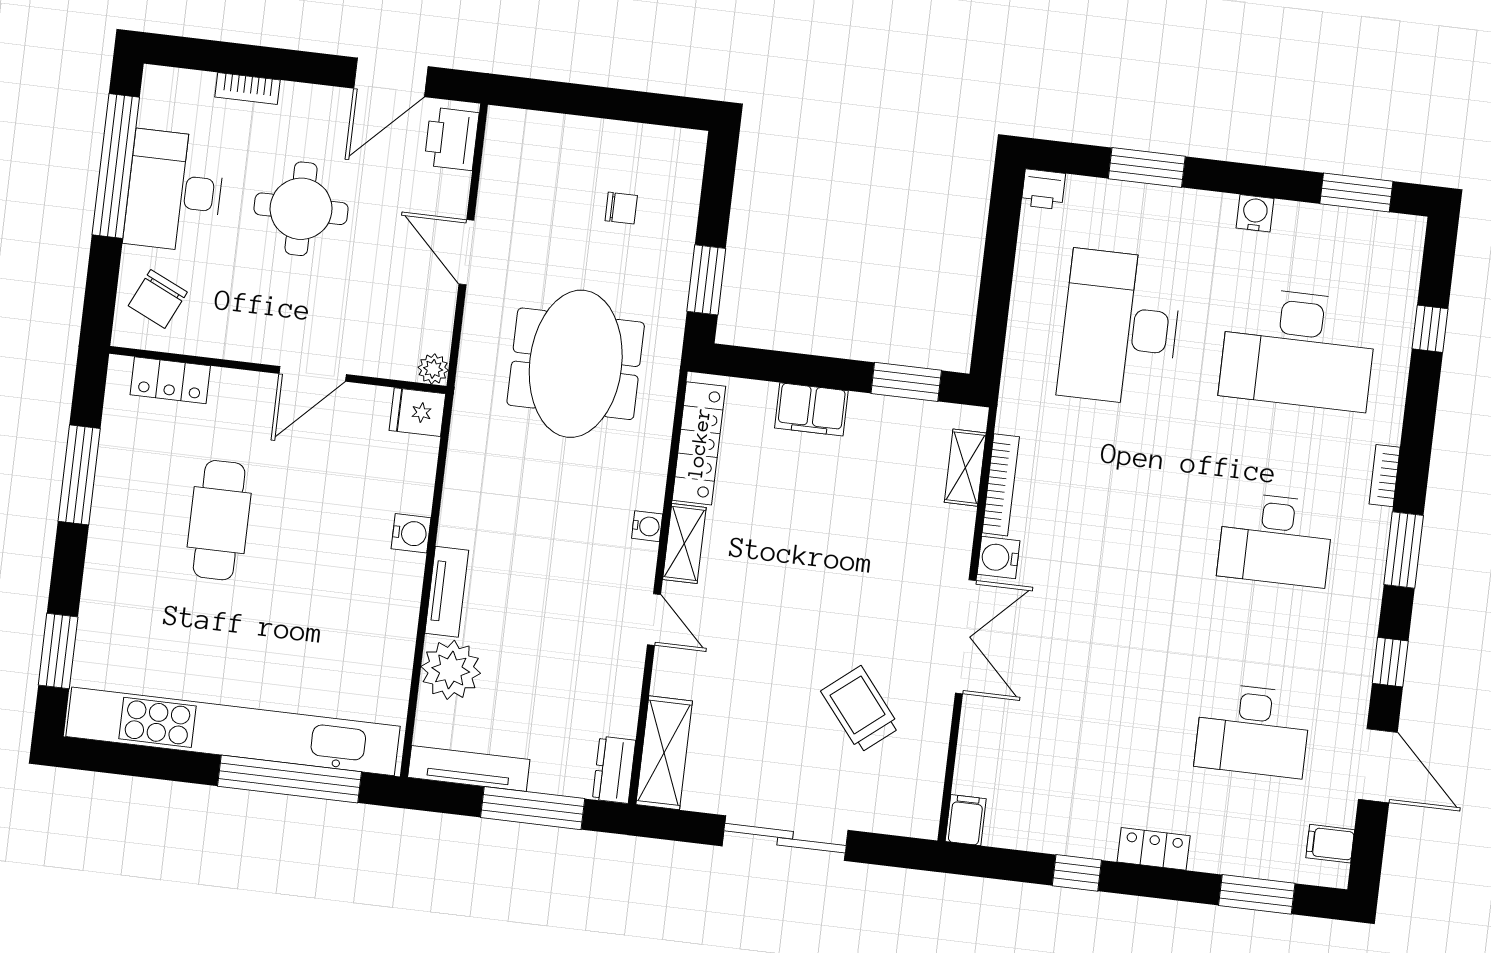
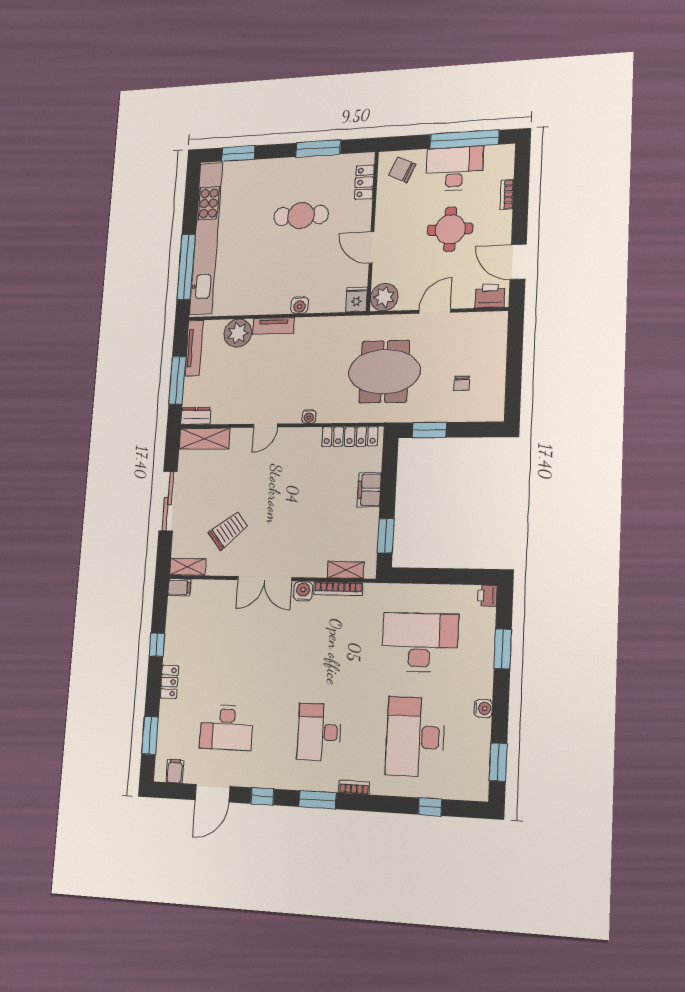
plant: (433, 369) -> (384, 297), width x1.87, depth x1.87
shelving: (684, 544) -> (188, 567), moved
desk: (1253, 730) -> (227, 728), turned -90

